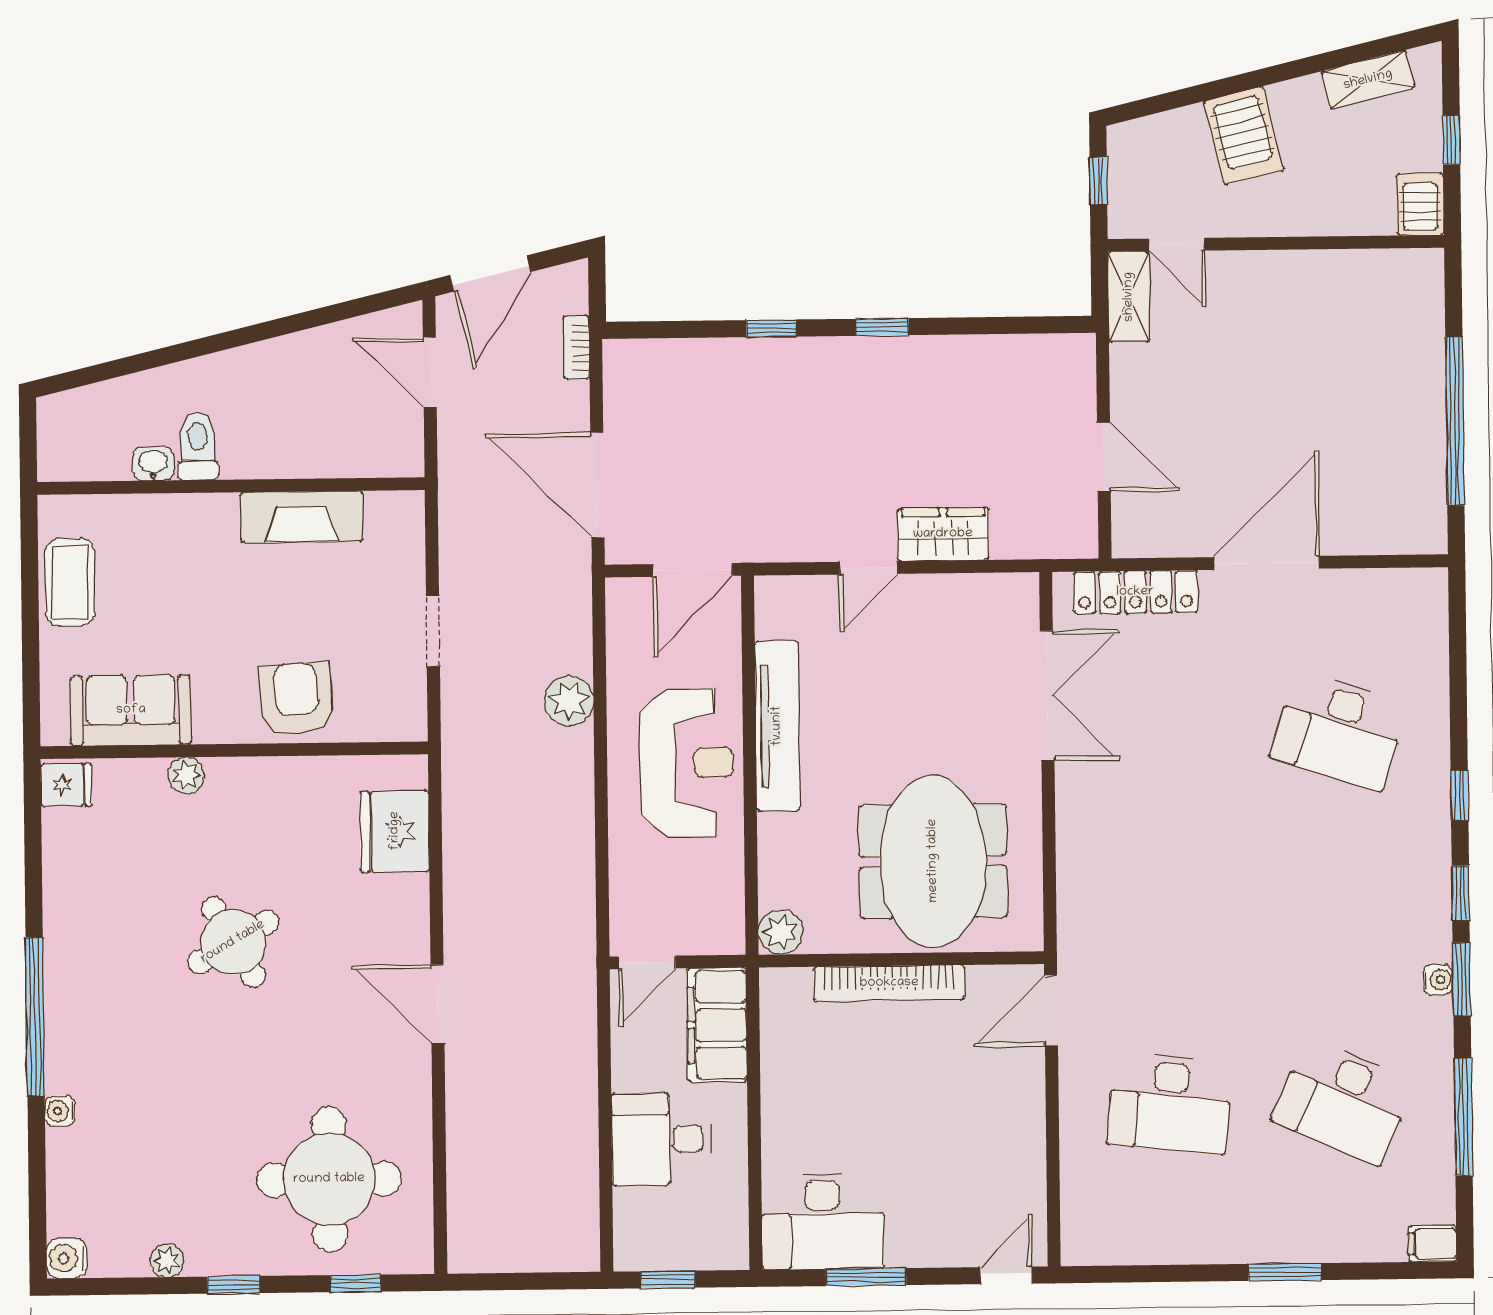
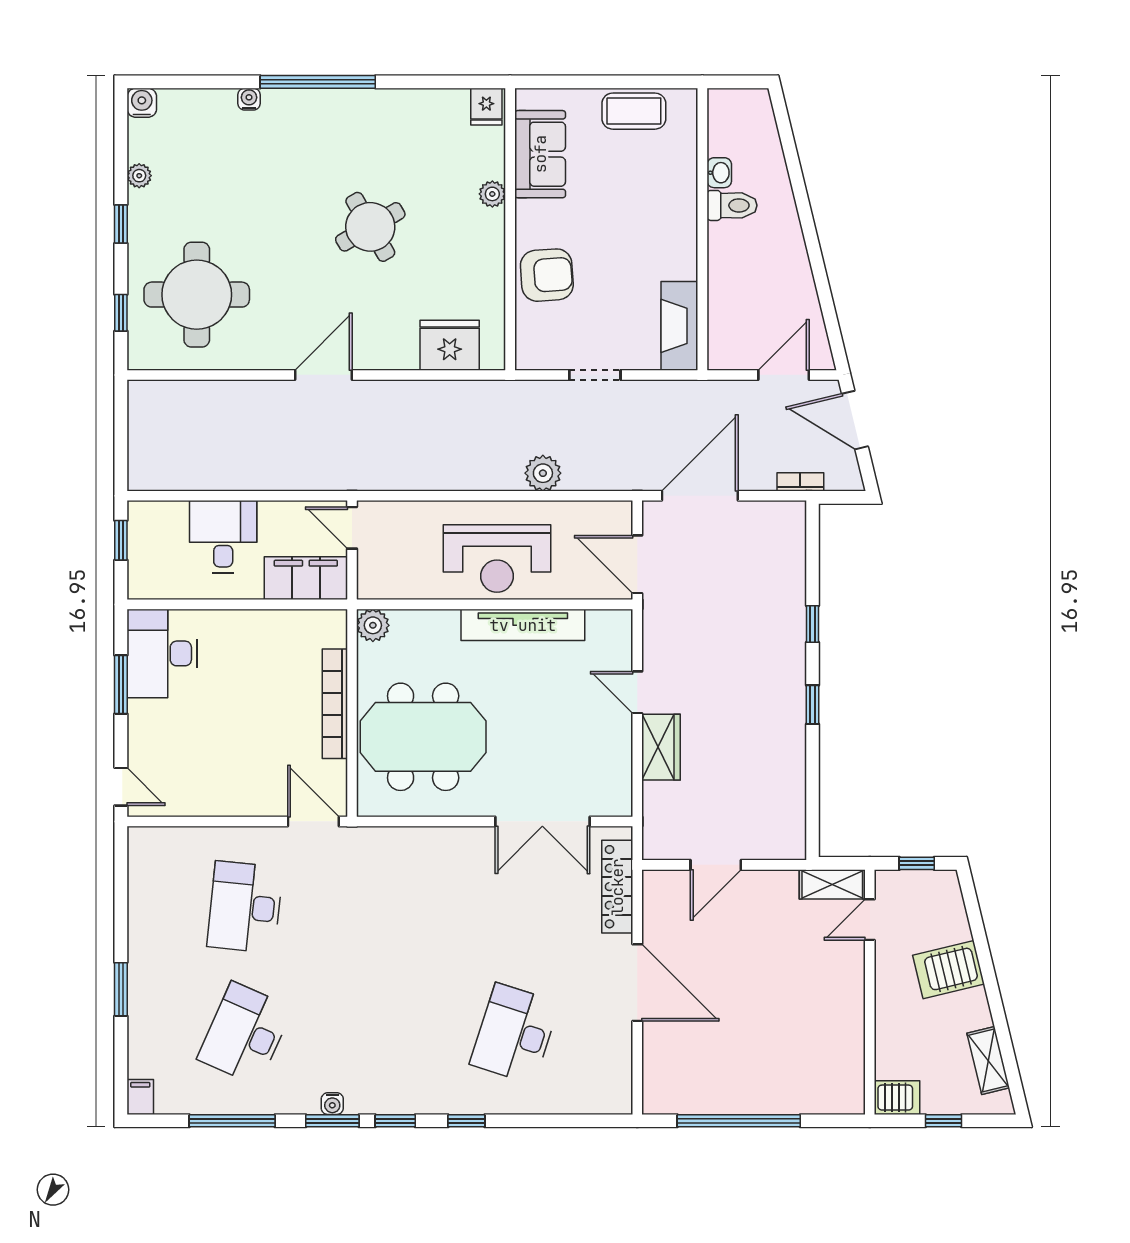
fireplace: (302, 517) -> (679, 326), moved

